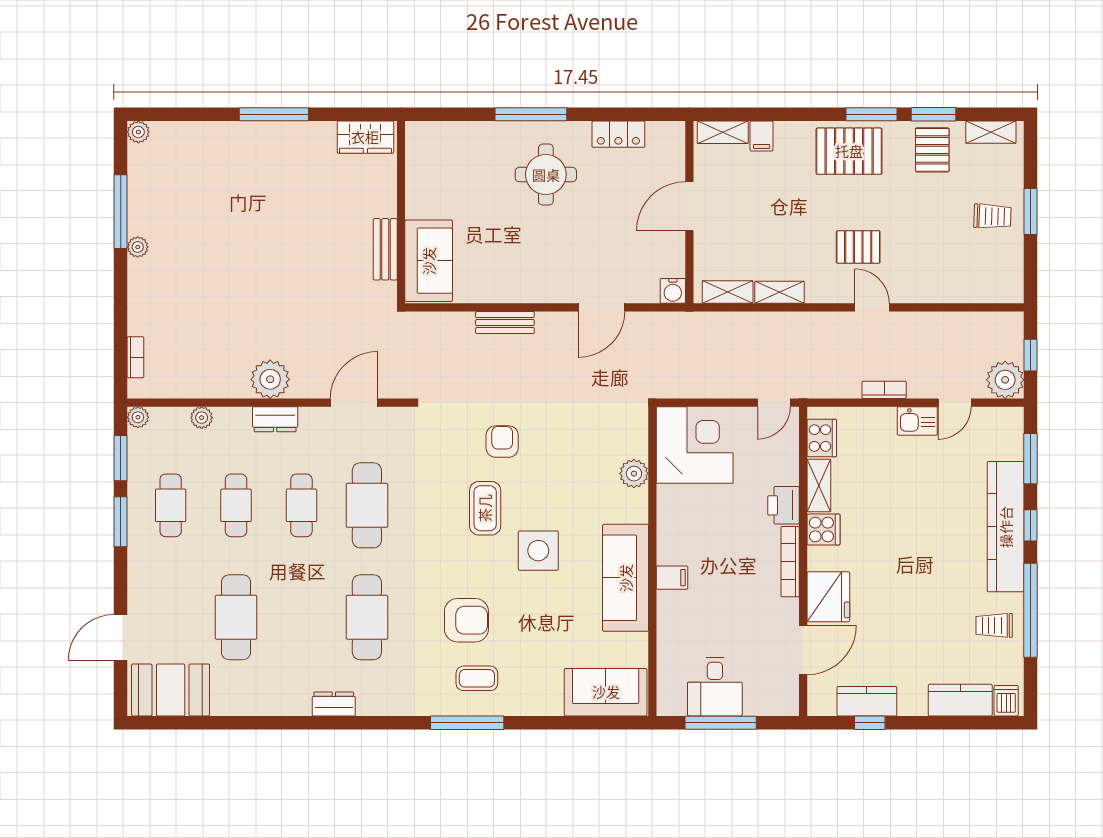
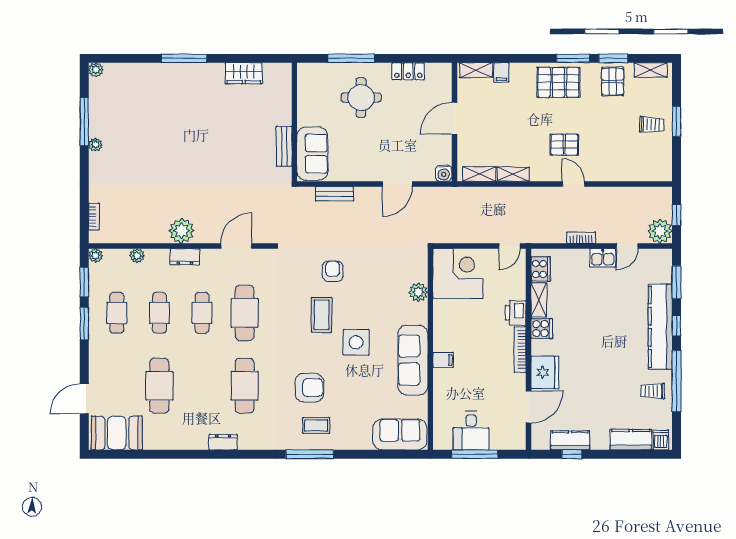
wall: (401, 212) -> (294, 122), moved
bench: (385, 249) -> (284, 146), moved
sofa: (429, 261) -> (312, 154), moved

